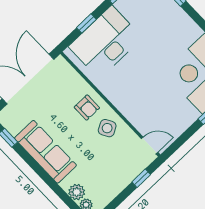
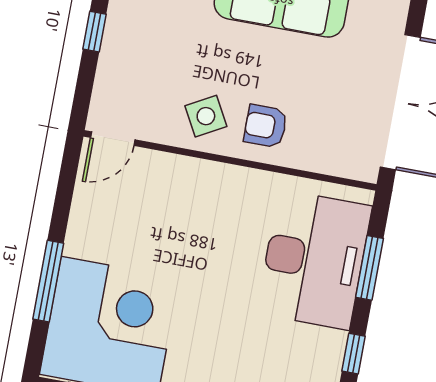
window: (86, 23) -> (369, 268), width x1.50
window: (141, 178) -> (94, 32), moved

